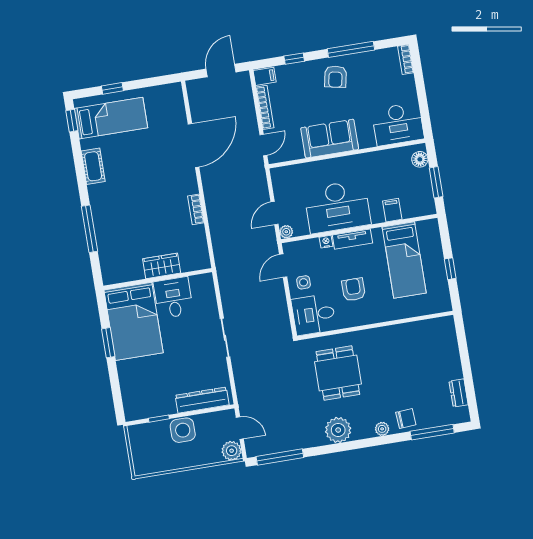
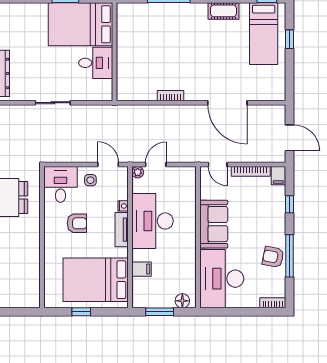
armchair: (335, 77) -> (273, 257), moved
desk: (398, 124) -> (222, 279), width x1.36, depth x1.30
door: (274, 213) -> (156, 165), hinge flipped
bed: (404, 260) -> (96, 280), width x1.50
wardrobe: (162, 266) -> (126, 57), removed

